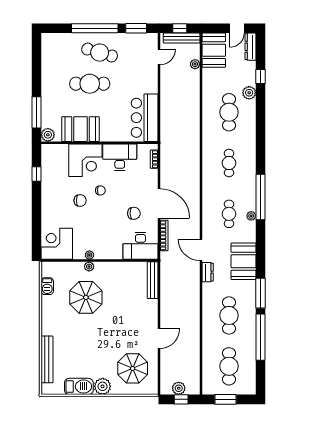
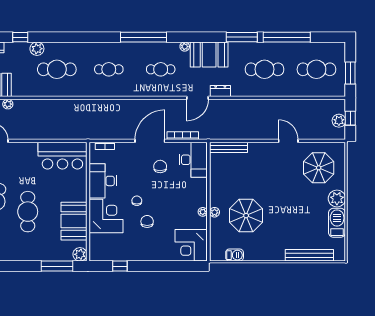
plant: (251, 216) -> (185, 47), moved

